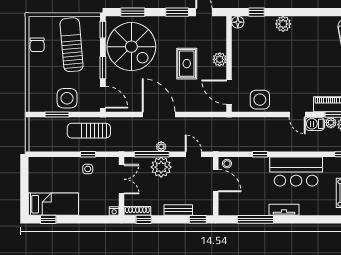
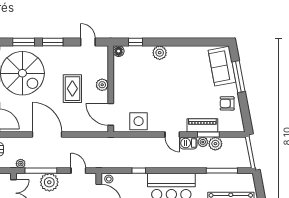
window: (177, 12) -> (53, 42), moved
plant: (161, 147) -> (21, 164), moved

